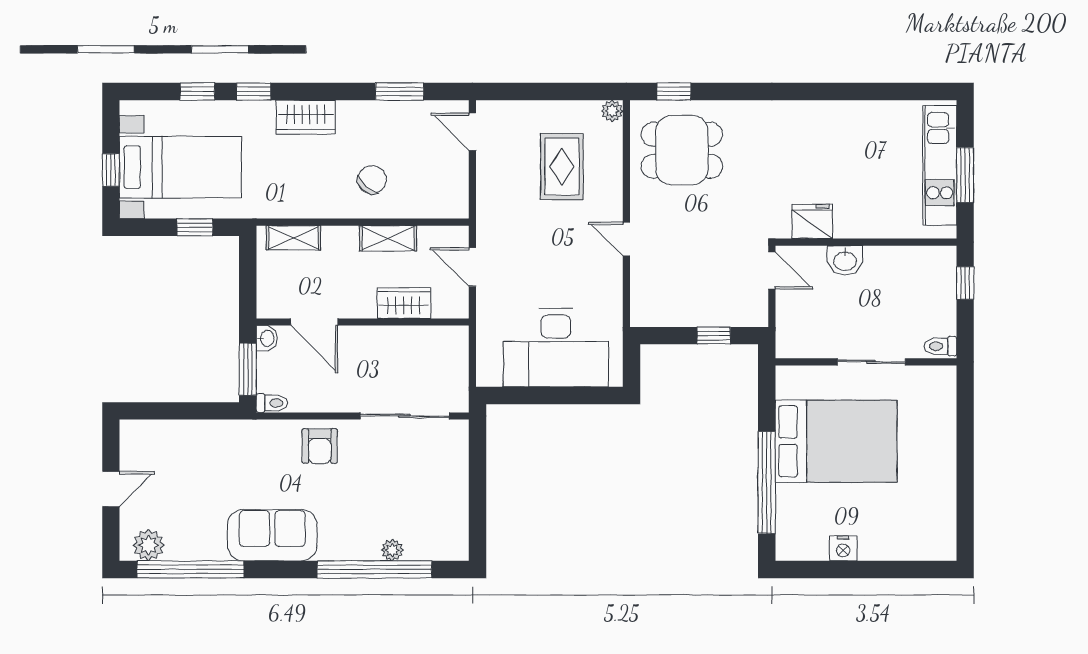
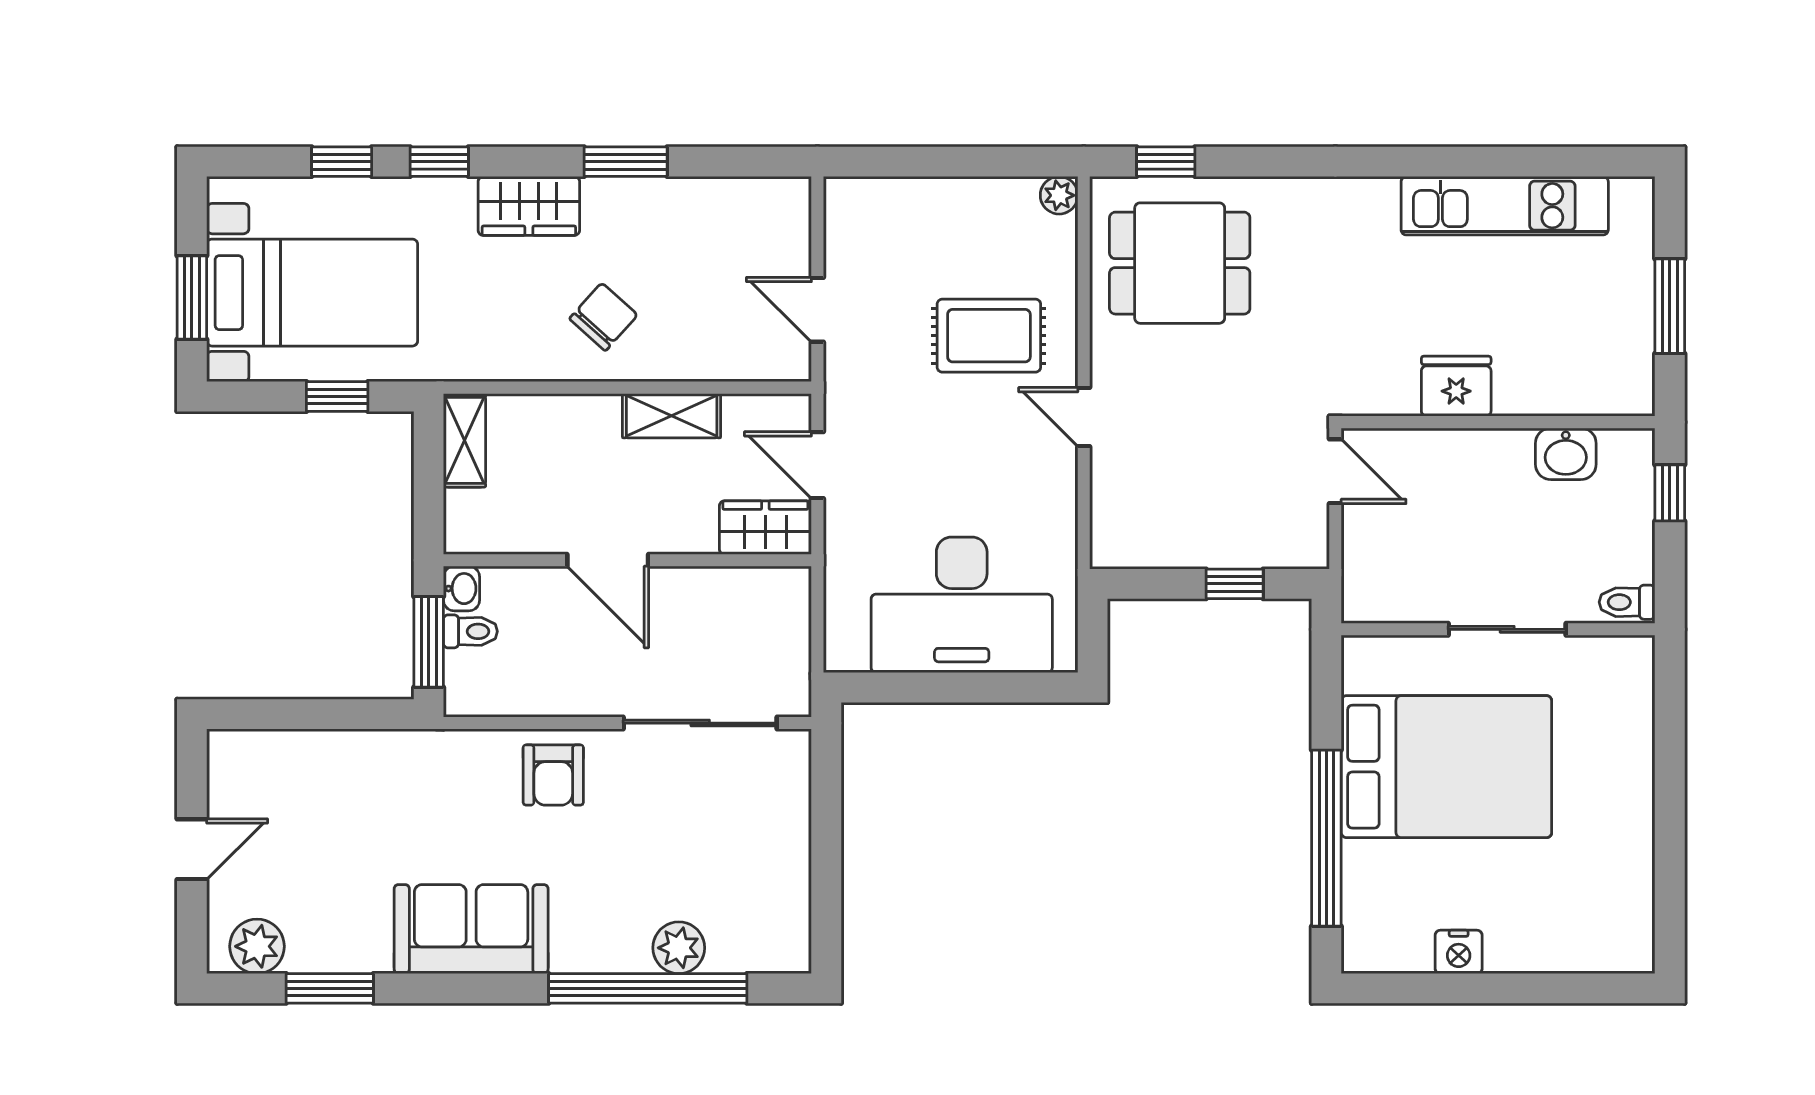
window: (400, 92) -> (626, 162), moved
door: (472, 132) -> (817, 310), moved
kitchen unit: (940, 165) -> (1505, 206), moved, turned -90
rug: (562, 167) -> (989, 336), moved, turned 90
window: (111, 170) -> (192, 297), width x1.50
chair: (372, 180) -> (604, 317), moved
fridge: (812, 221) -> (1456, 386), moved
shelving: (293, 238) -> (464, 440), moved, turned 90
washbasin: (845, 260) -> (1566, 454), moved
wardrobe: (404, 303) -> (765, 528), moved
door: (314, 322) -> (608, 560), moved
toilet: (272, 403) -> (470, 631), moved
plant: (392, 550) -> (679, 948), width x1.38, depth x1.38
window: (190, 569) -> (330, 988), width x0.47

